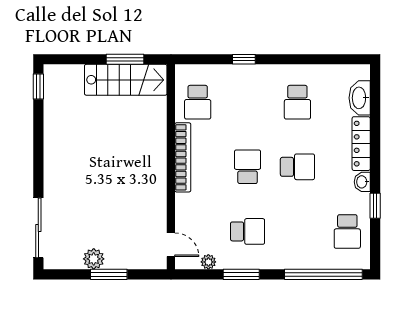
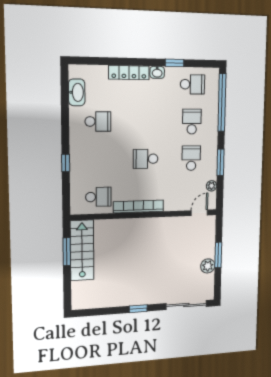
window: (38, 86) -> (138, 309), moved
washbasin: (360, 98) -> (77, 92), moved, turned -90
school desk: (297, 167) -> (192, 122), moved

